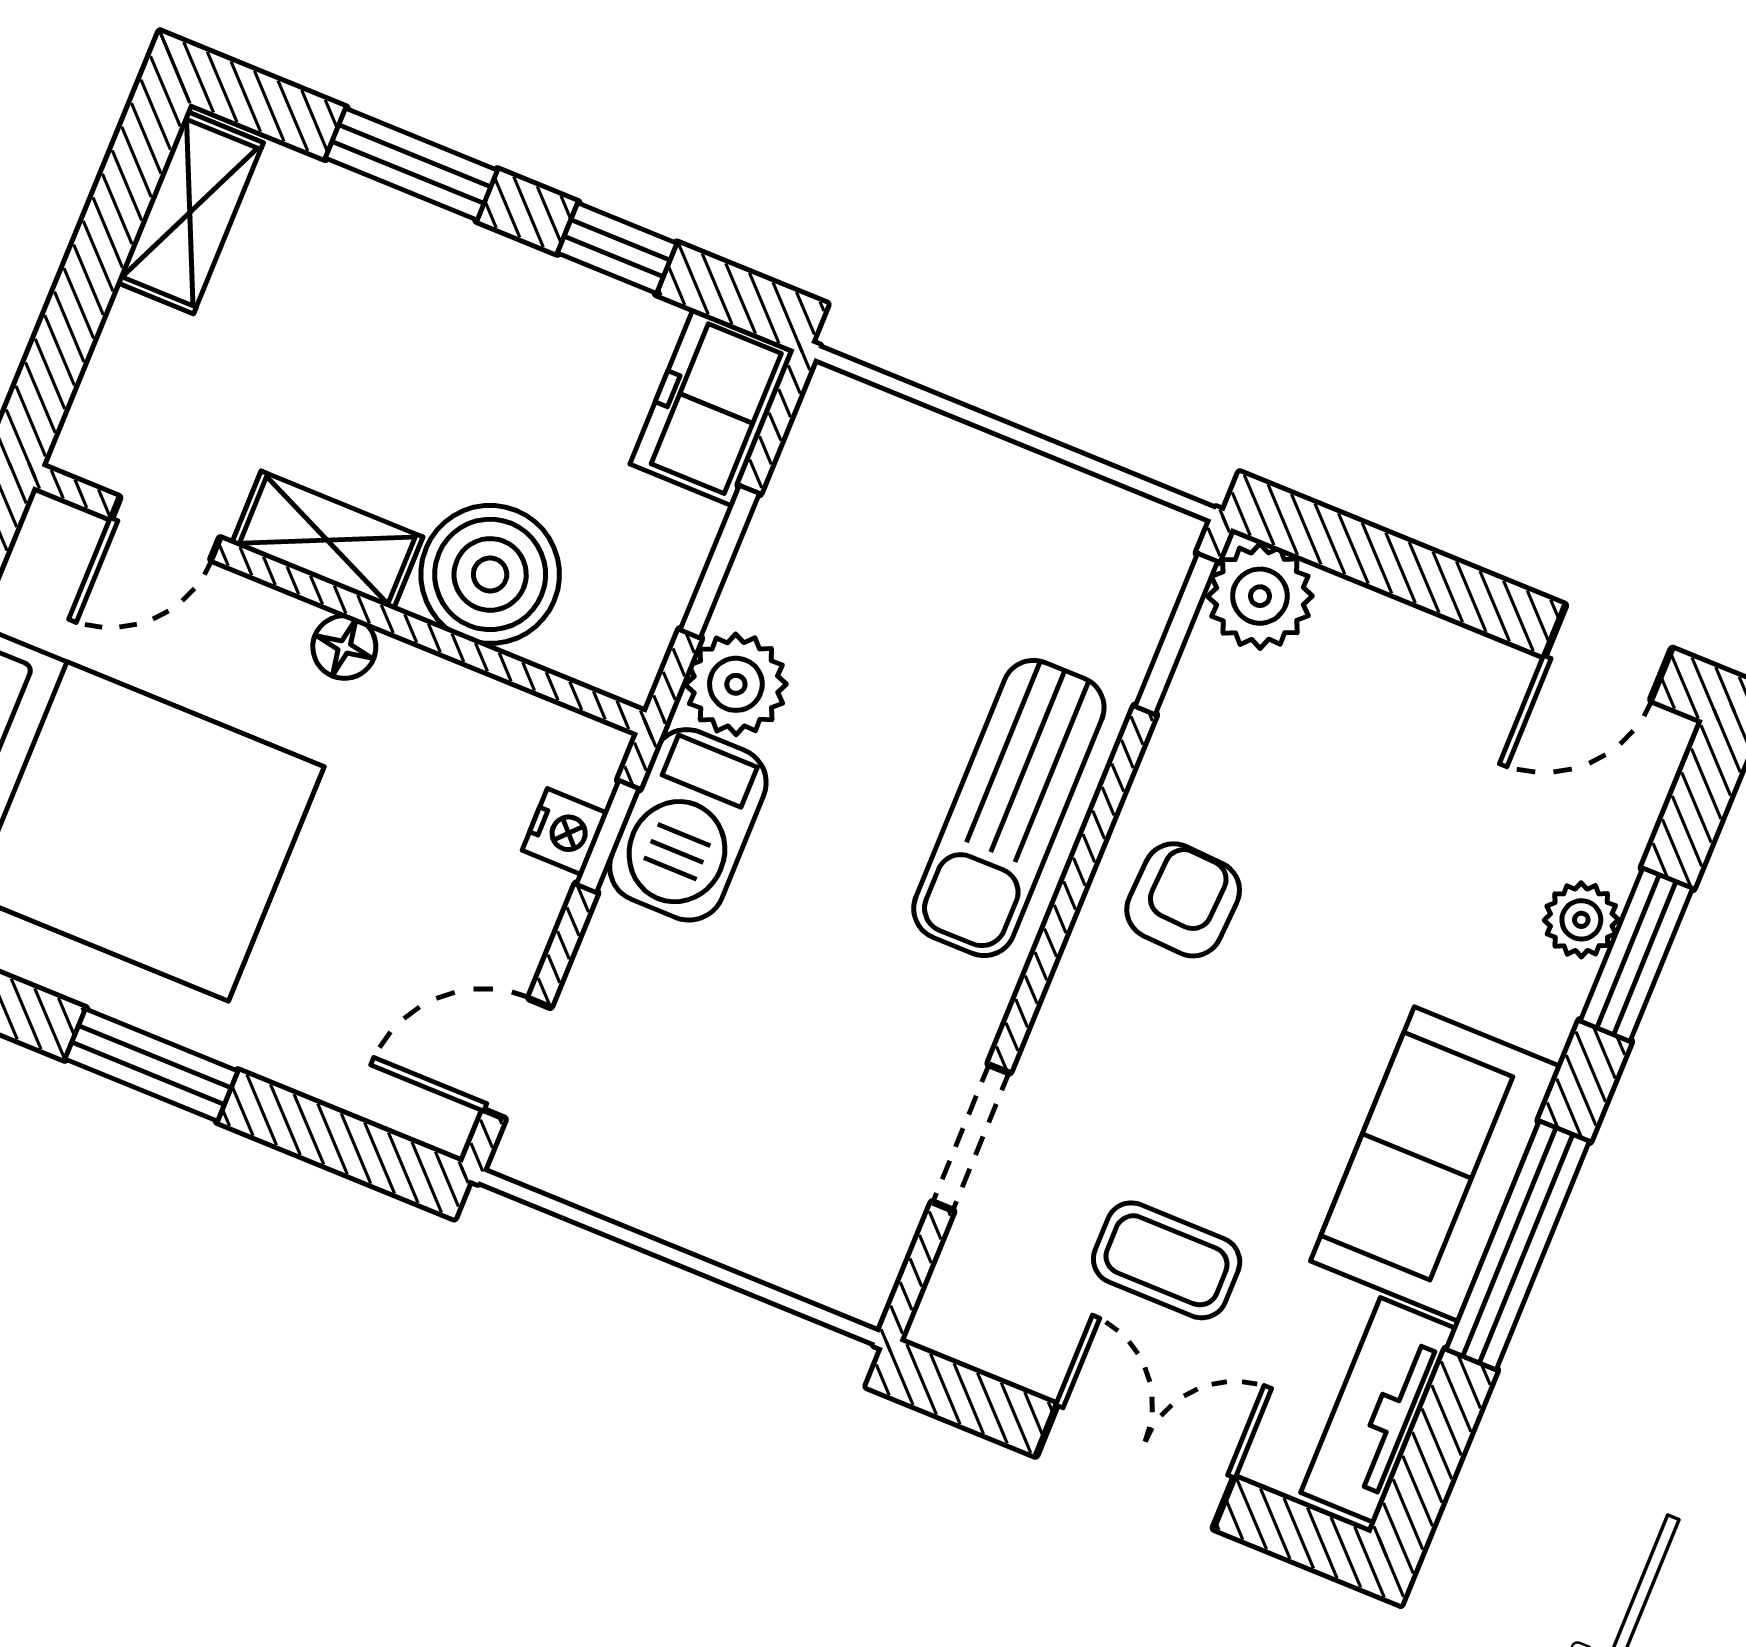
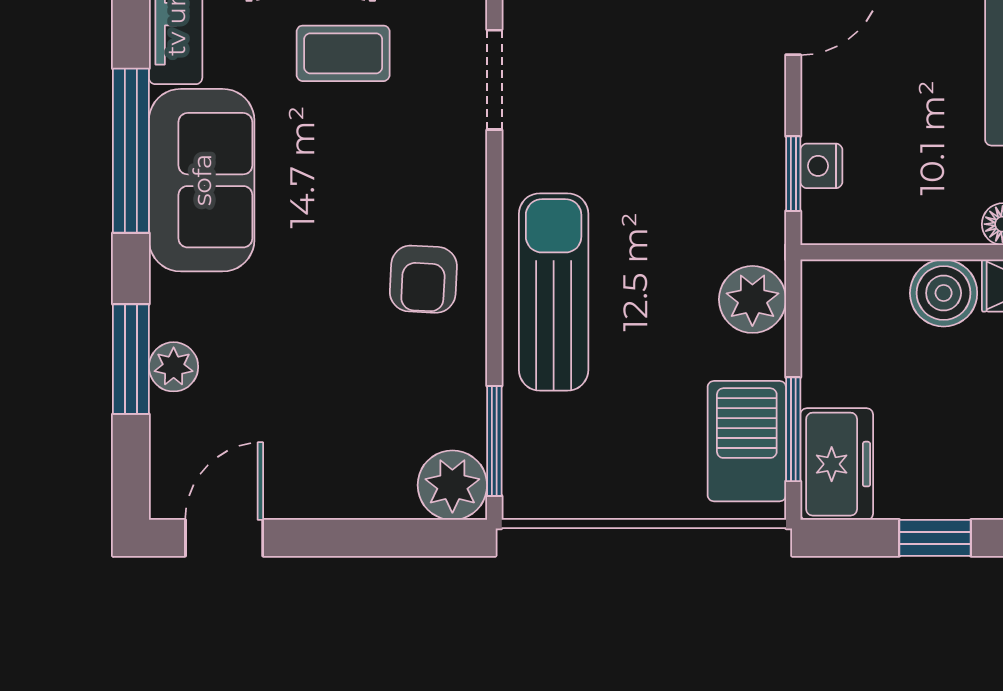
window: (720, 562) -> (793, 429), moved
boiler: (490, 574) -> (944, 293), width x0.73, depth x0.73
barbecue: (688, 825) -> (747, 441), moved

